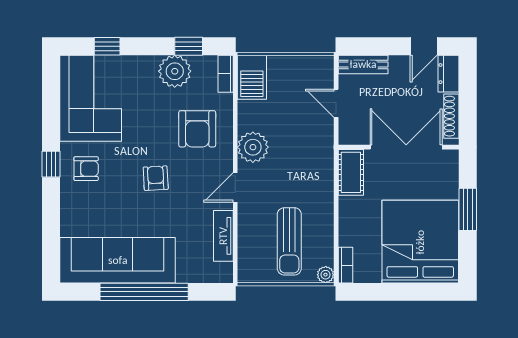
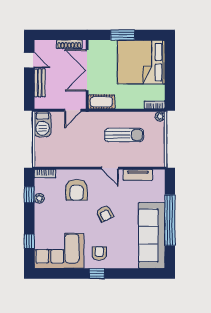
bench: (363, 64) -> (40, 83), moved
plant: (175, 71) -> (39, 198), width x0.53, depth x0.53
dresser: (449, 74) -> (45, 46), removed
barbecue: (252, 77) -> (43, 124), moved, turned 90
door: (336, 103) -> (73, 110), moved
armchair: (197, 129) -> (77, 190), turned 90
plant: (253, 147) -> (87, 158), removed
armchair: (156, 178) -> (105, 214), turned -114
sun lounger: (289, 241) -> (124, 135), moved

